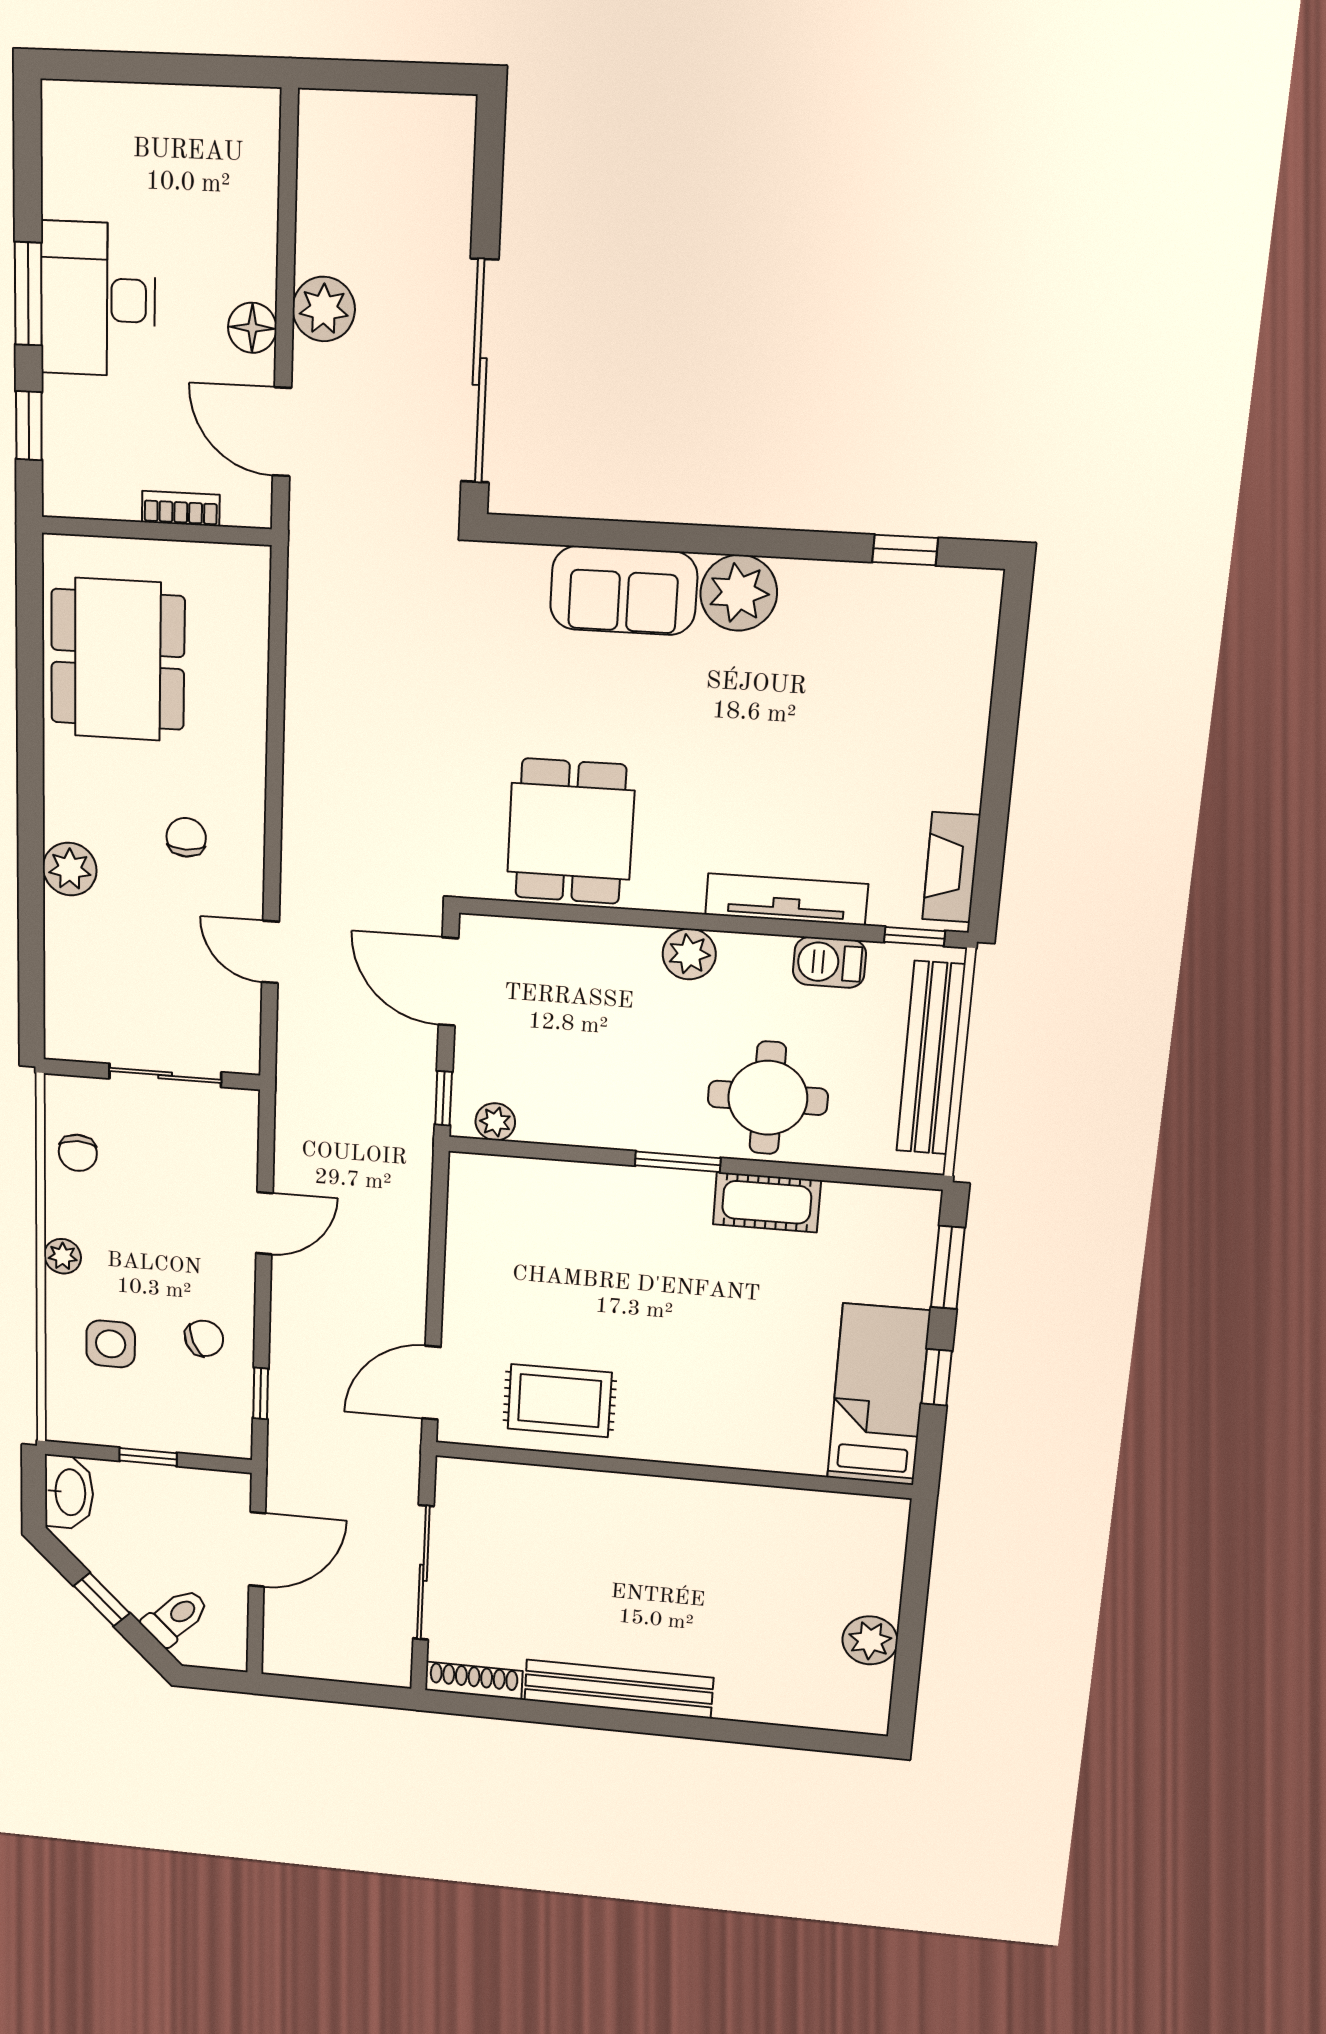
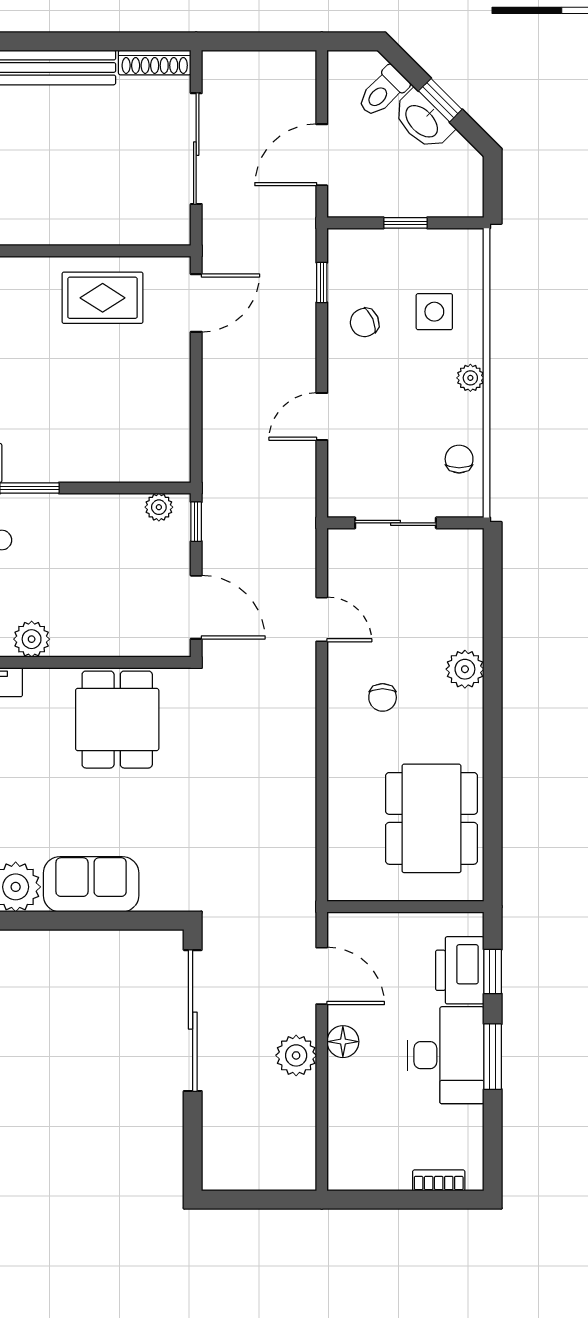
printer: (77, 430) -> (460, 970), added
bookcase: (181, 509) -> (439, 1180), moved, turned 180
washbasin: (69, 1492) -> (422, 121), moved, turned -45

